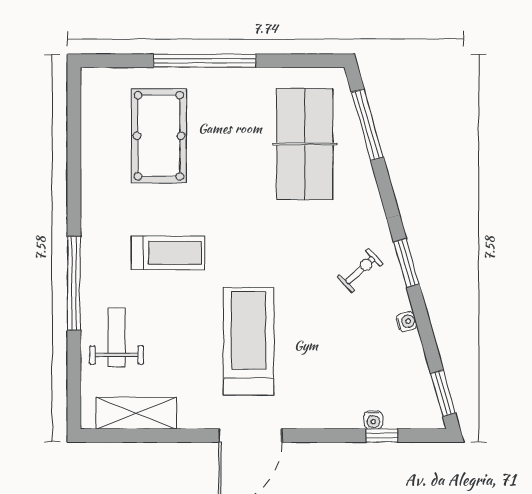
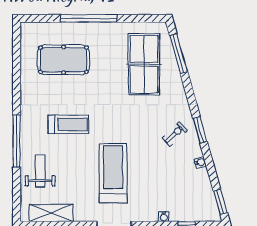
pool table: (159, 136) -> (63, 60), turned 90
water cooler: (373, 420) -> (164, 217), moved

